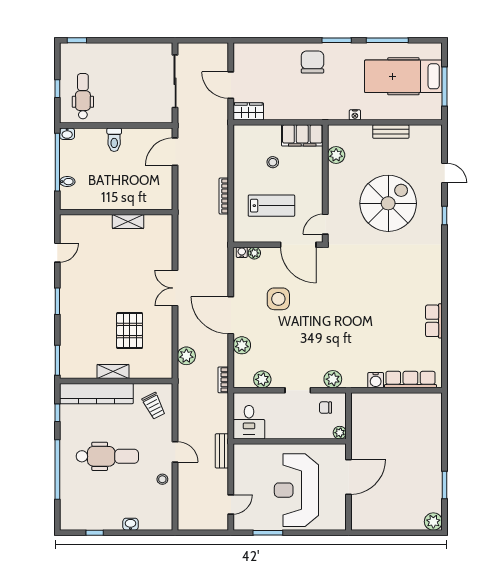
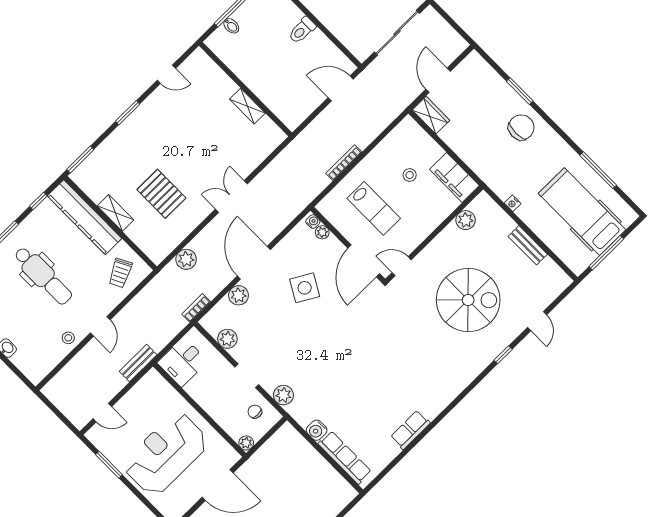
window: (337, 40) -> (520, 91), moved
side table: (278, 299) -> (305, 288), turned 30
pallet: (130, 331) -> (161, 194), turned 90

